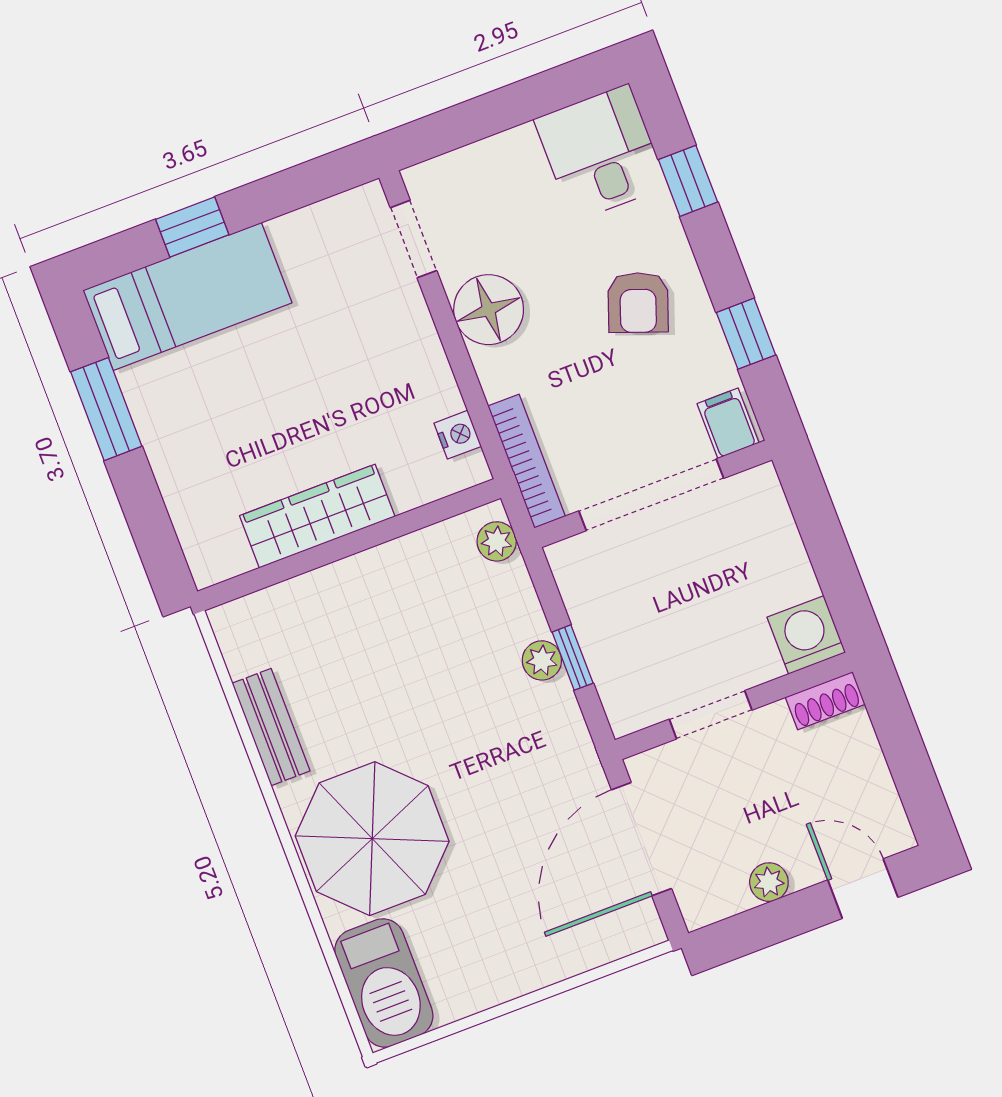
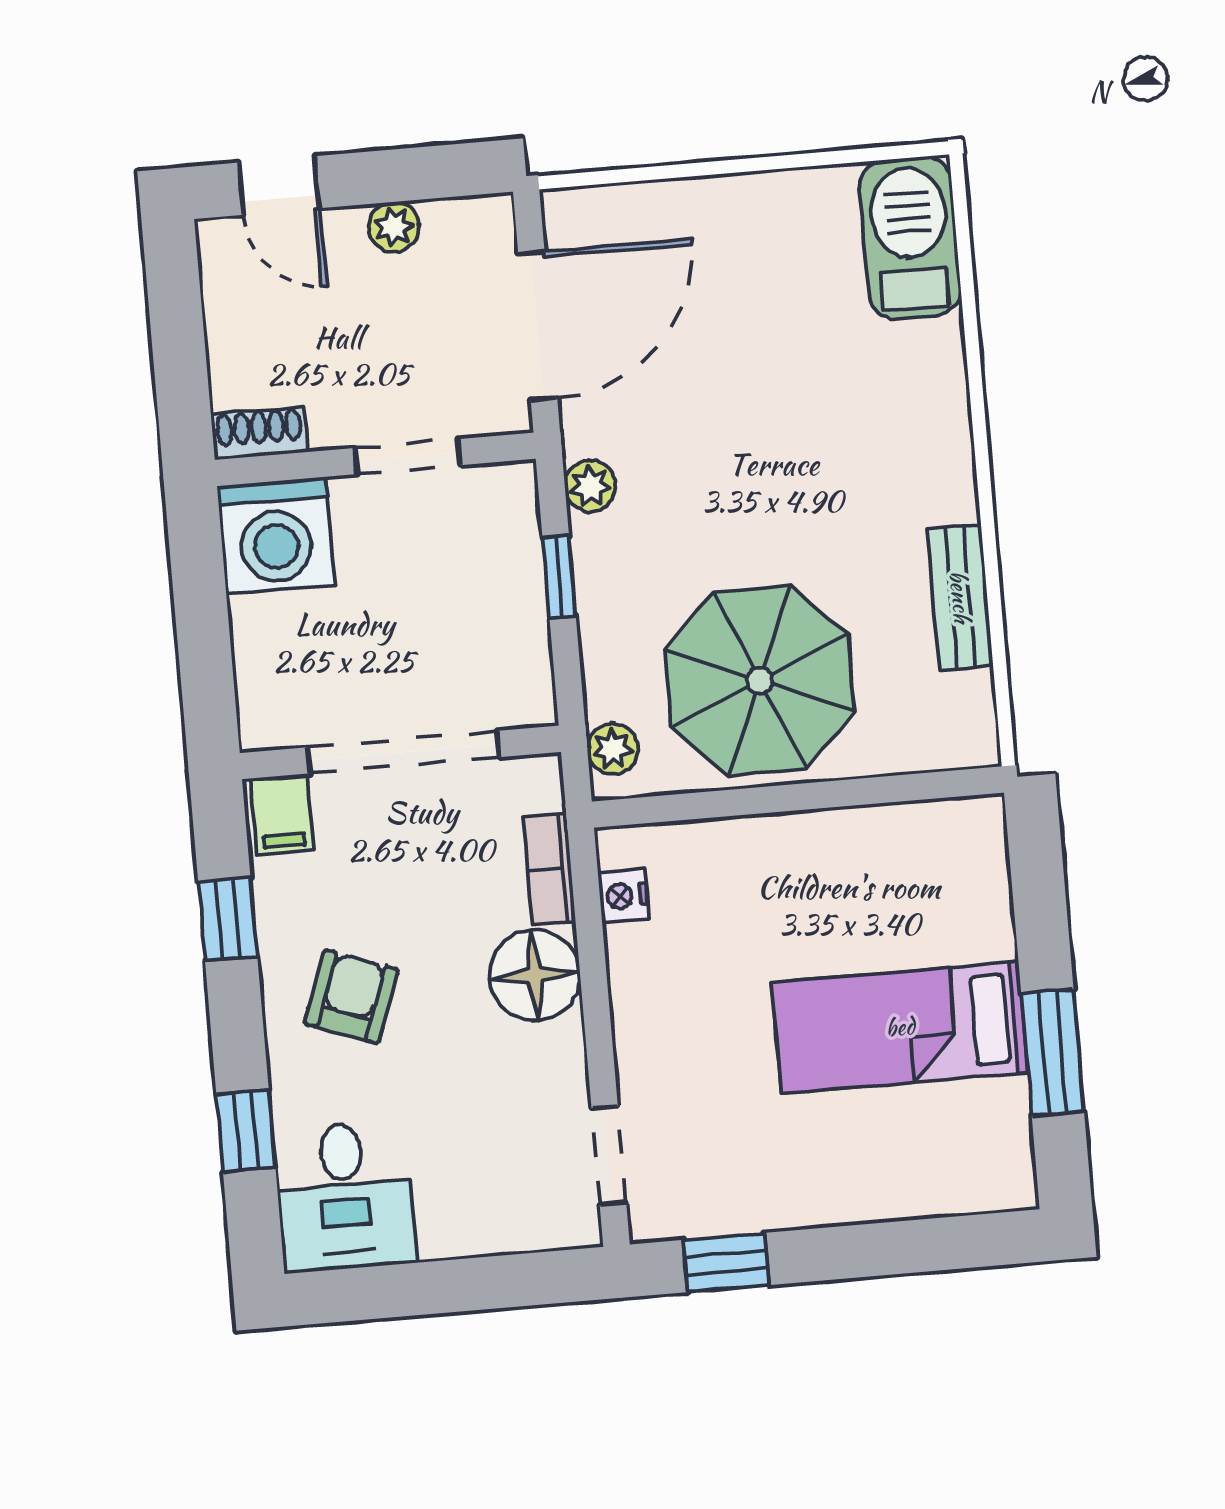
window: (192, 227) -> (726, 1262), moved
bed: (187, 296) -> (900, 1027), moved
floor lamp: (489, 310) -> (535, 975), moved
bookcase: (527, 461) -> (549, 869), width x0.64
wardrobe: (317, 516) -> (828, 844), removed
washing machine: (806, 635) -> (276, 536), width x1.37, depth x1.37
plant: (542, 660) -> (590, 486), moved
parasol: (372, 839) -> (760, 681), moved

